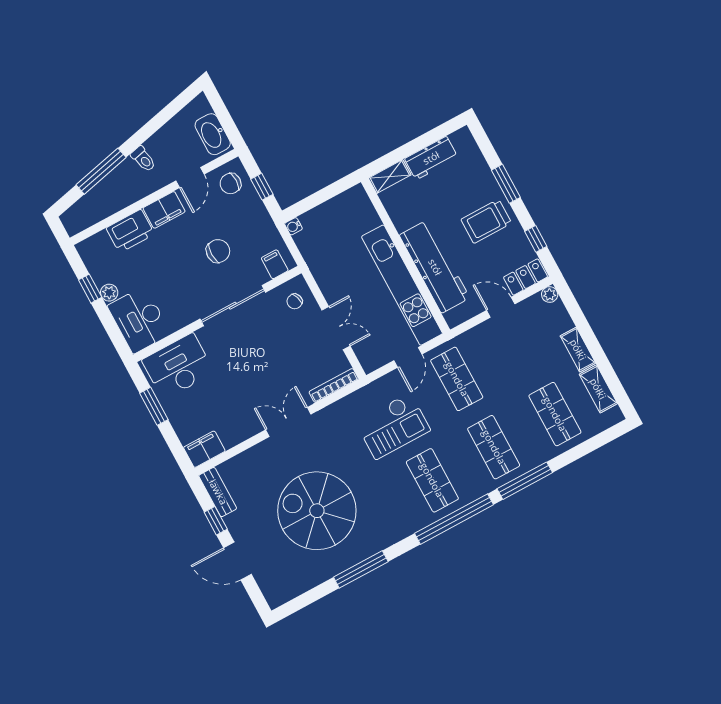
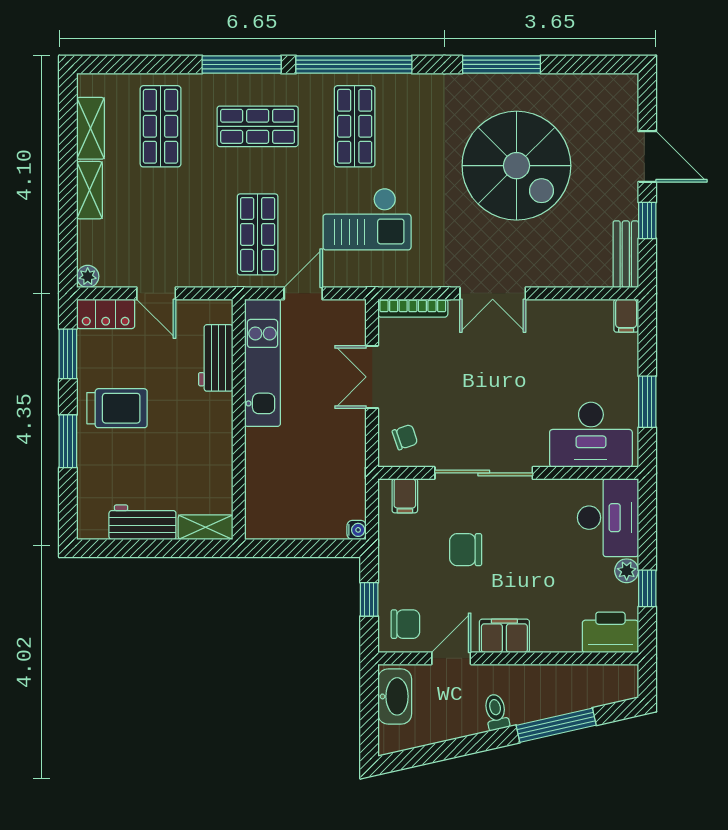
printer: (130, 231) -> (610, 632), moved
window: (536, 239) -> (68, 354), width x1.50
workbench: (435, 267) -> (216, 358), width x0.53, depth x0.76
kitchen unit: (402, 285) -> (262, 363), width x0.73
checkout: (393, 426) -> (367, 219), turned 180
shop shelf: (494, 447) -> (258, 126), turned 90
filing cabinet: (204, 449) -> (626, 316), width x0.50

